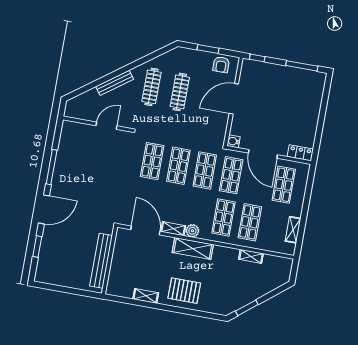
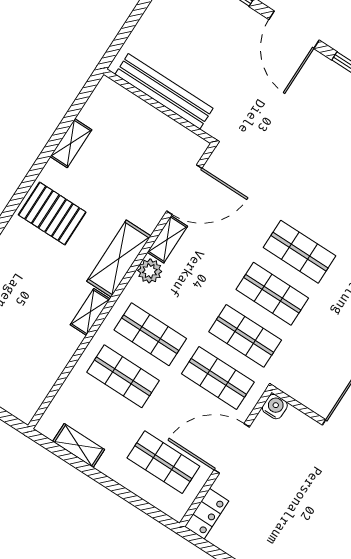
shelving: (251, 256) -> (90, 312), moved
pallet: (184, 291) -> (52, 214), turned 90

